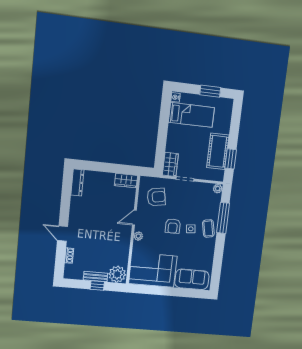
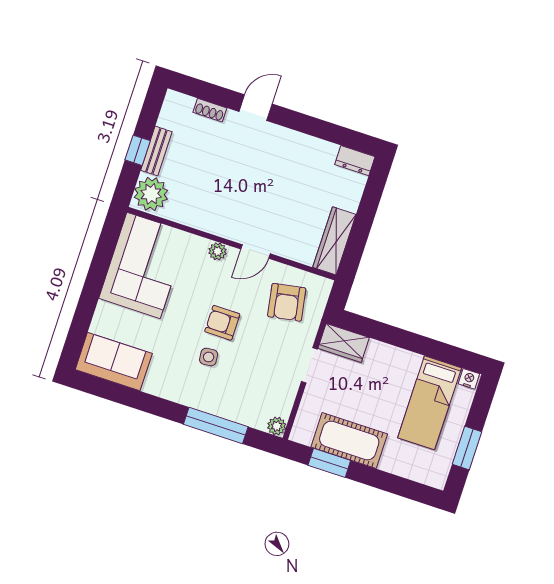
wardrobe: (126, 181) -> (334, 241), width x1.50
dresser: (77, 182) -> (355, 161), width x0.70
door: (134, 218) -> (256, 251), swing flipped
coffee table: (208, 228) -> (201, 392), removed
sofa: (192, 279) -> (114, 362), moved, turned -90

